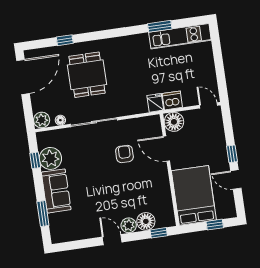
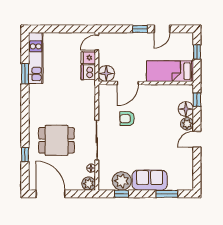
fridge: (155, 103) -> (88, 58), moved
bed: (194, 195) -> (170, 71), width x0.67

